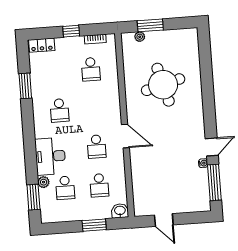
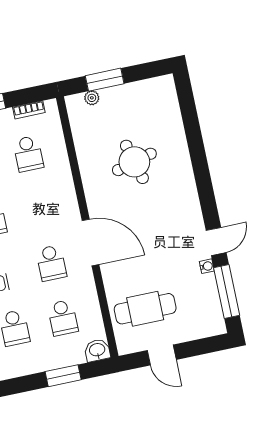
round table: (163, 85) -> (134, 162), width x0.73, depth x0.73
door: (125, 136) -> (91, 242), width x1.36
cafe table: (157, 187) -> (145, 309), added

